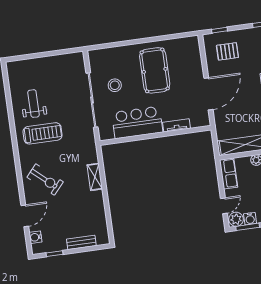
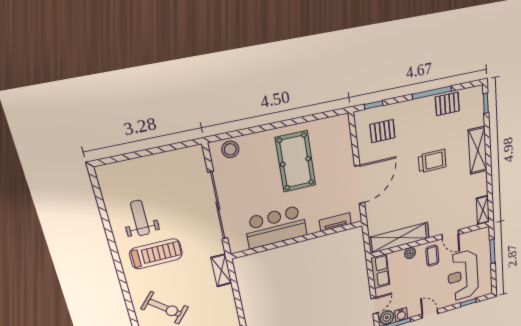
stool: (115, 85) -> (230, 149), moved
tv unit: (176, 125) -> (335, 222), moved
shelving: (95, 177) -> (221, 270), moved

